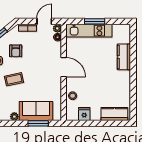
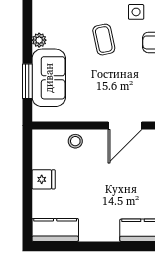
fridge: (84, 114) -> (44, 179), moved
kitchen counter: (114, 114) -> (55, 230), moved, turned -90

